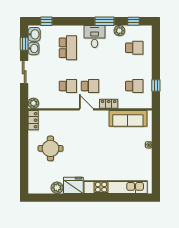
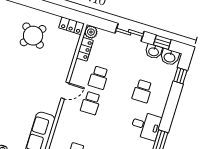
school desk: (68, 48) -> (142, 91), width x0.54
locker: (109, 104) -> (85, 49), moved
round table: (50, 148) -> (33, 36), turned 37

